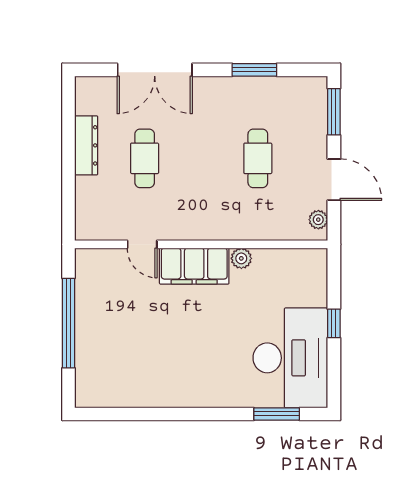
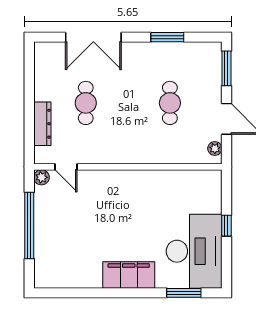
dresser: (86, 145) -> (42, 124), moved
door: (142, 244) -> (66, 167), moved
plant: (241, 258) -> (41, 177), moved
filing cabinet: (194, 266) -> (129, 275), moved, turned 180

